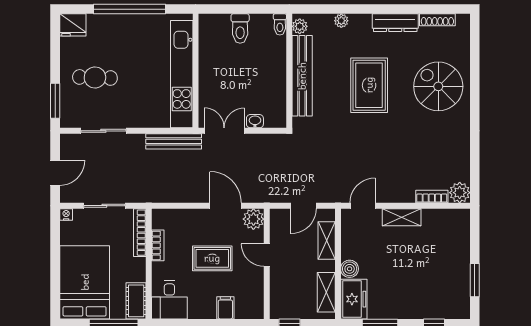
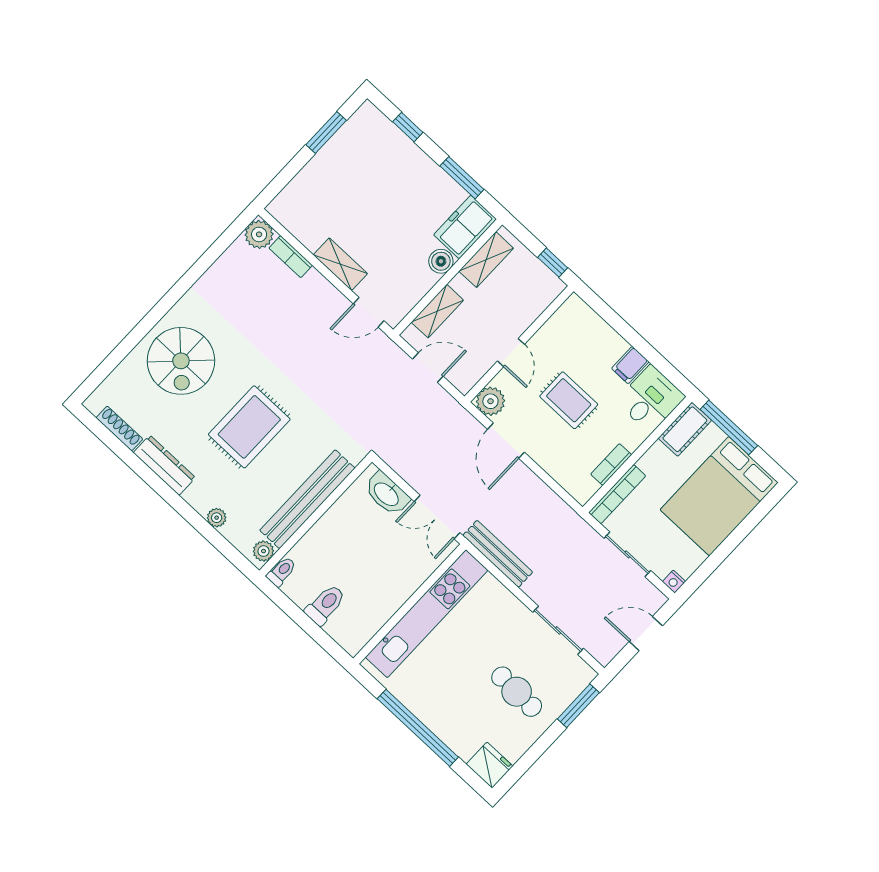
washbasin: (255, 121) -> (387, 494), width x1.91, depth x1.45
filing cabinet: (225, 308) -> (630, 365), moved

